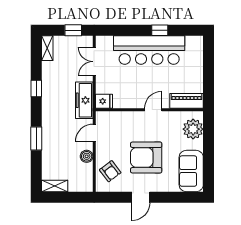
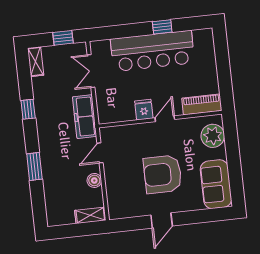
fridge: (104, 101) -> (144, 110), moved, turned -90
armchair: (110, 171) -> (123, 195), removed
shelving: (55, 186) -> (90, 215), moved

